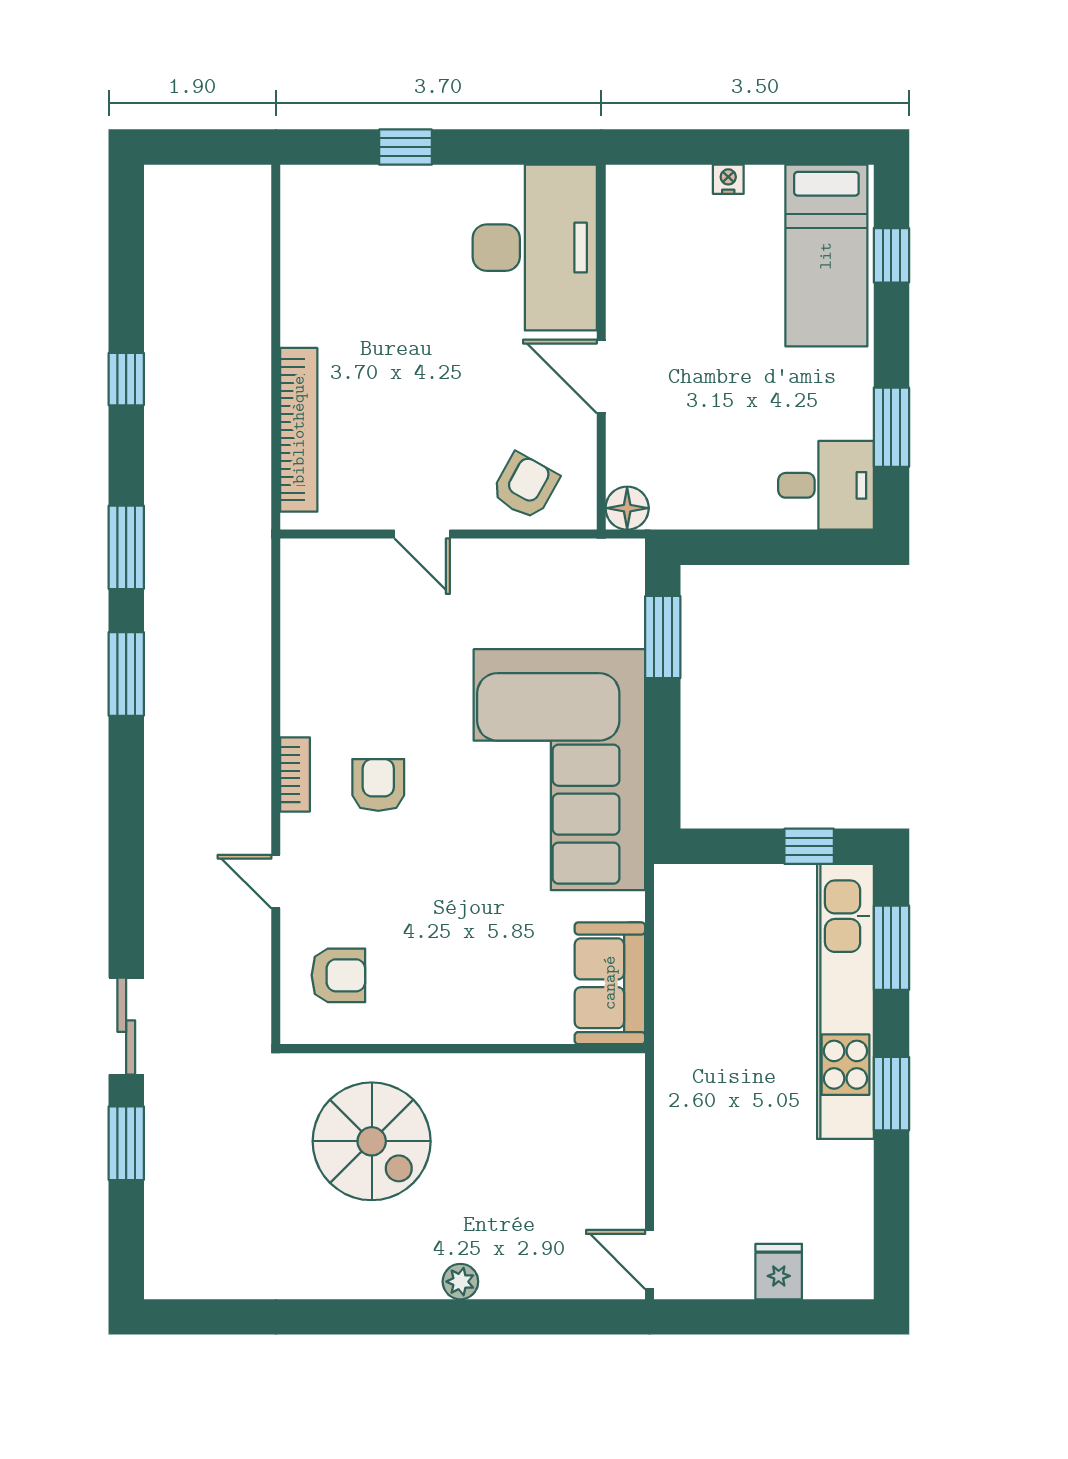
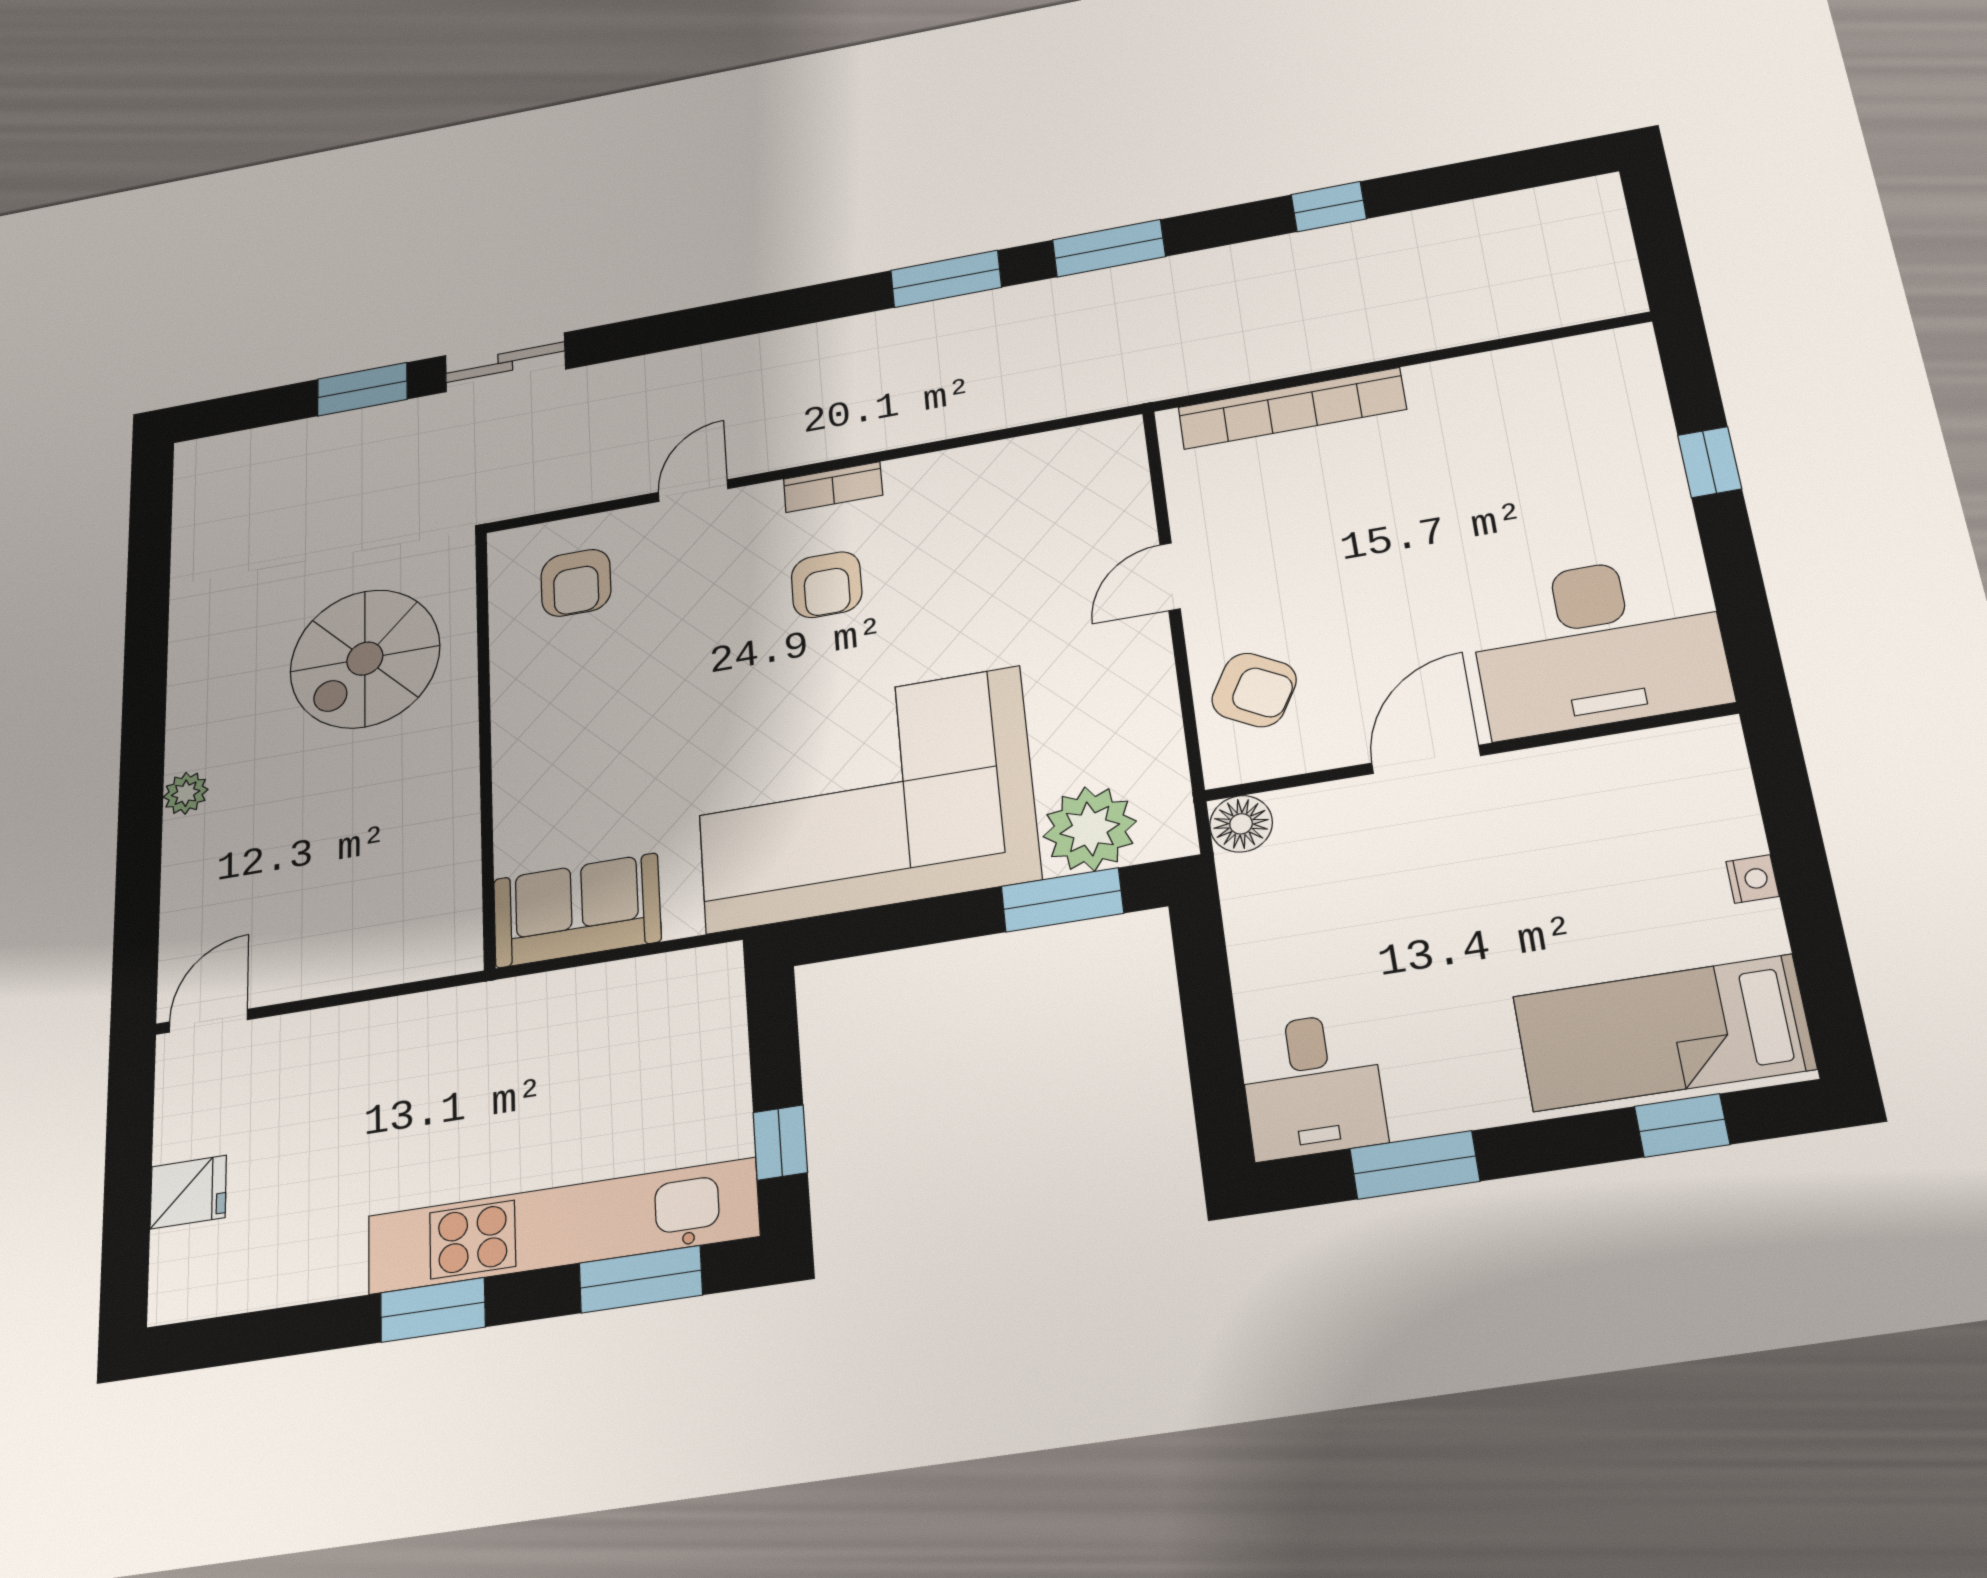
plant: (612, 613) -> (1090, 829), added
armchair: (378, 785) -> (827, 585), turned 90

